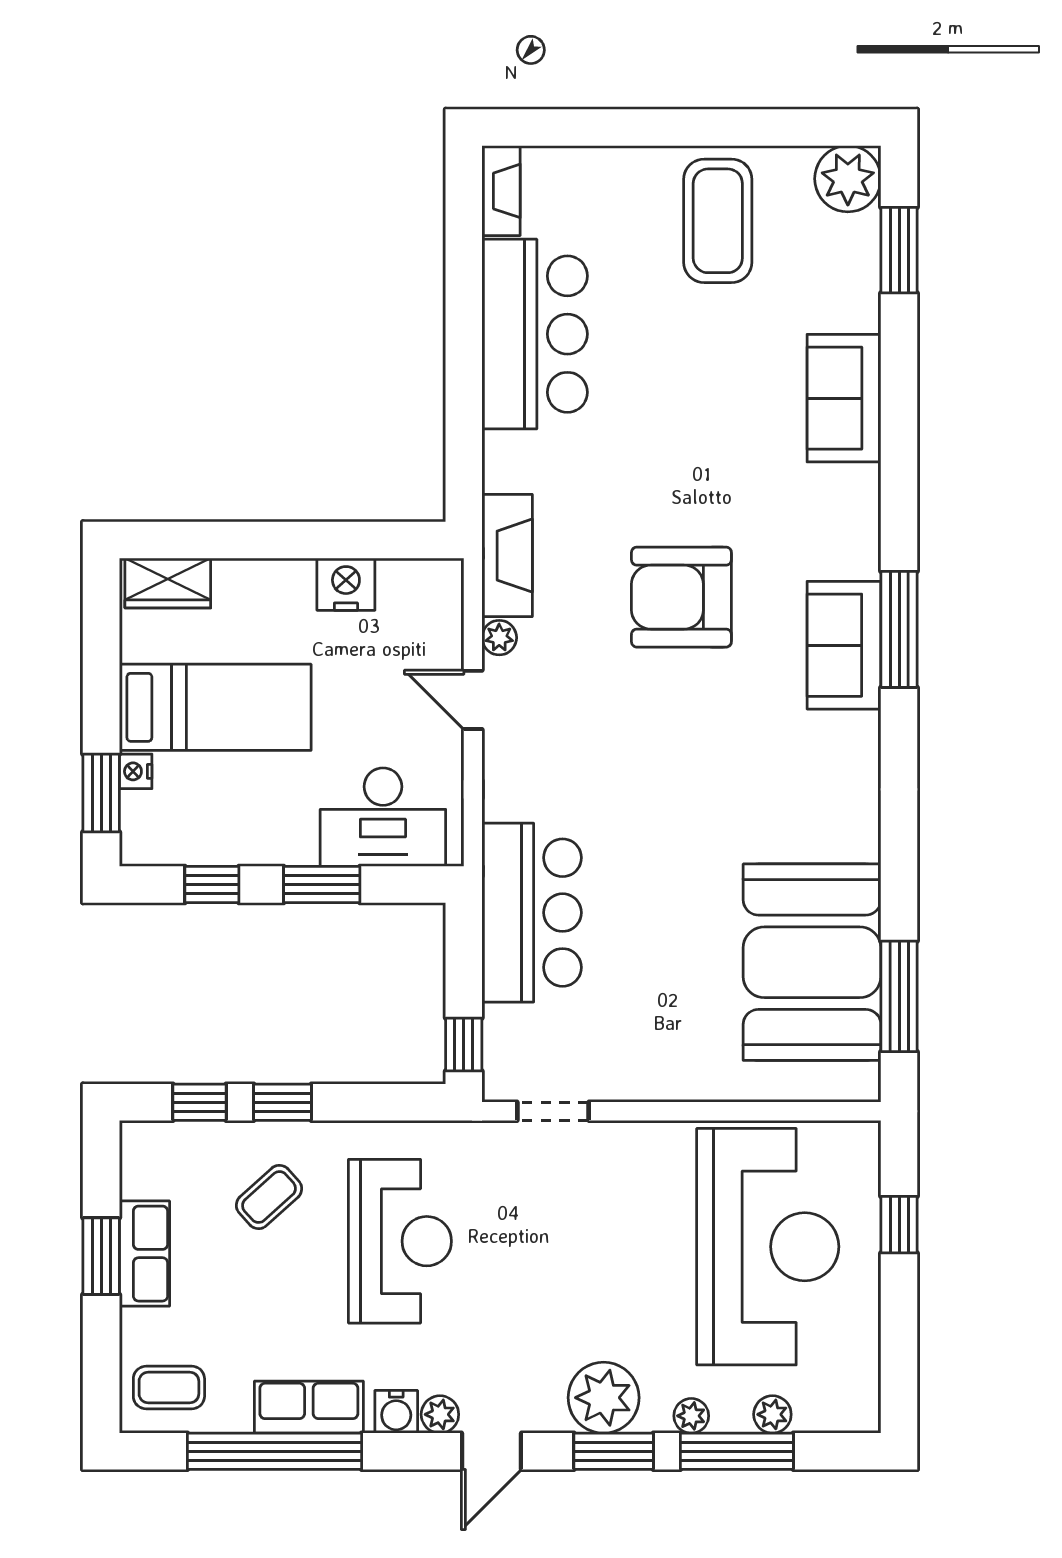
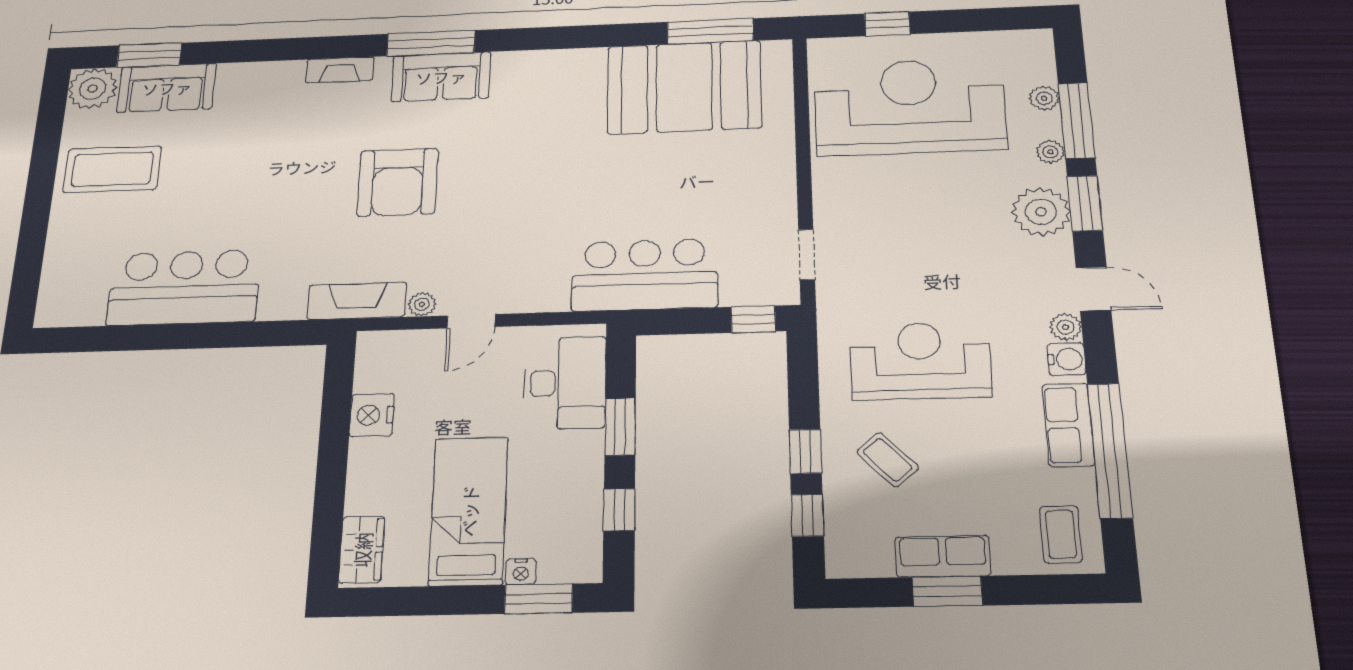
fireplace: (501, 191) -> (340, 70), moved, turned 180
sofa: (844, 398) -> (167, 88), moved

